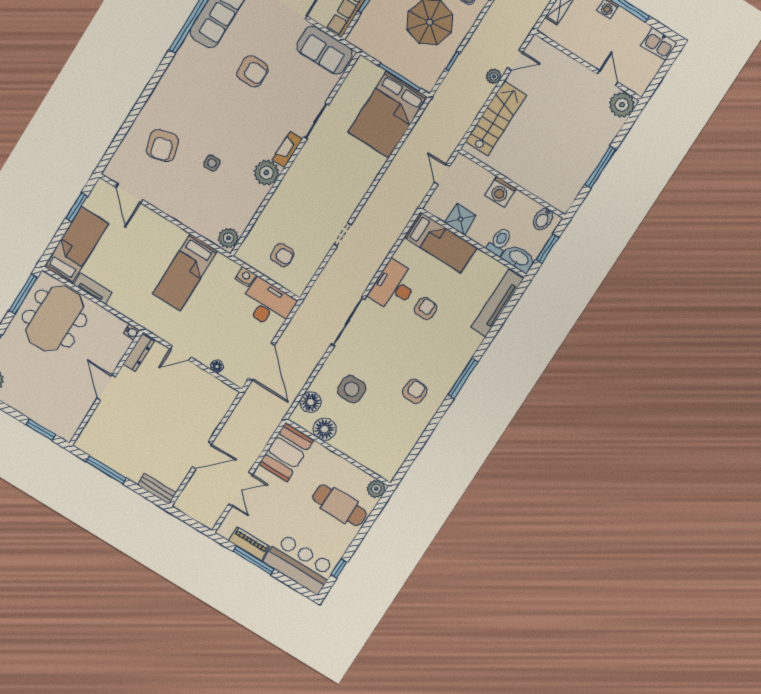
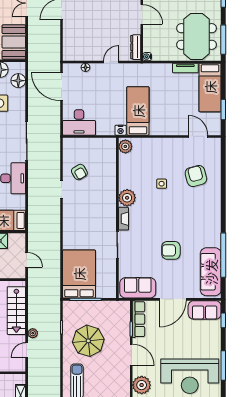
armchair: (282, 255) -> (79, 172), moved, turned -121
nightstand: (245, 277) -> (121, 130), moved

